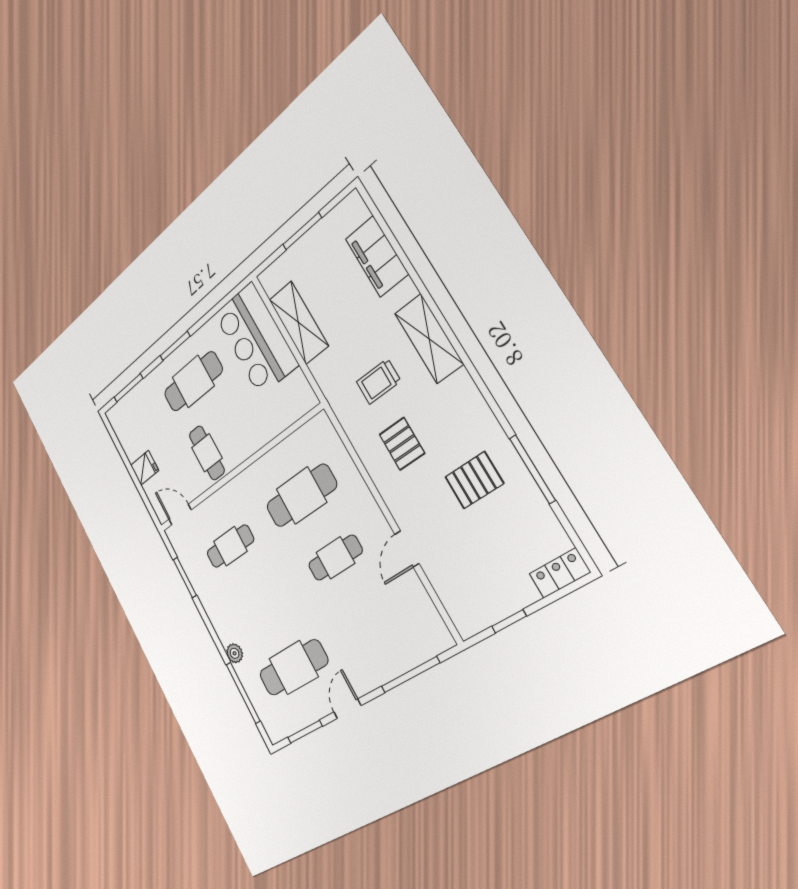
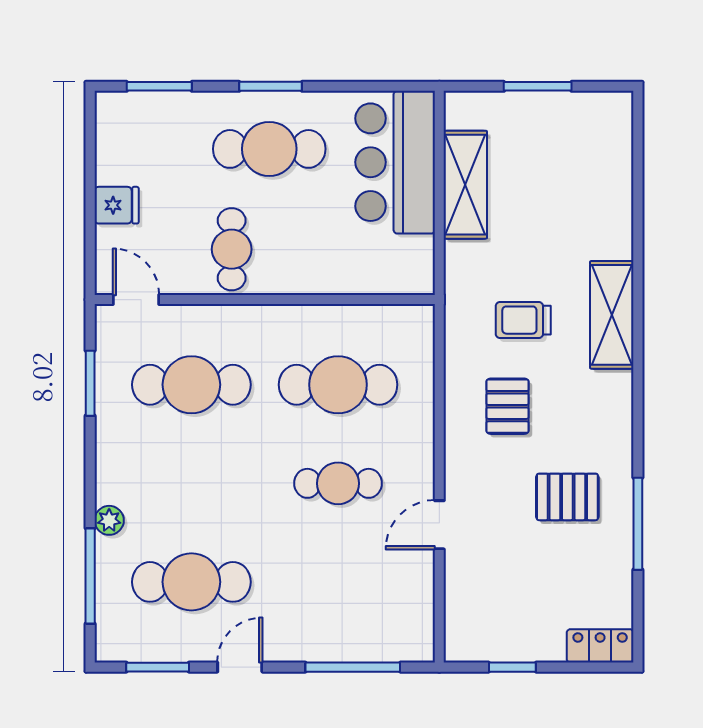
filing cabinet: (377, 256) -> (609, 184), removed
cafe table: (230, 546) -> (191, 385), width x1.37, depth x1.35

